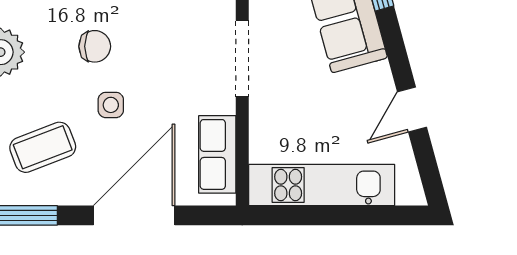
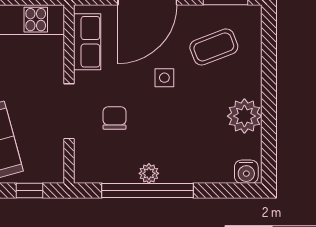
chair: (95, 46) -> (114, 118), moved, turned 90

